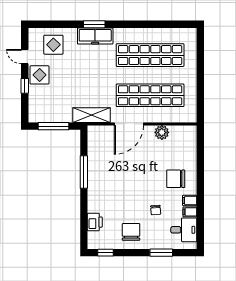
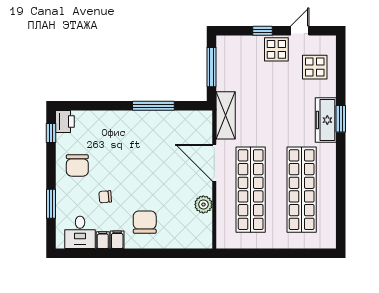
printer: (95, 222) -> (65, 121), moved, turned -90
chair: (131, 232) -> (77, 165), turned 90

